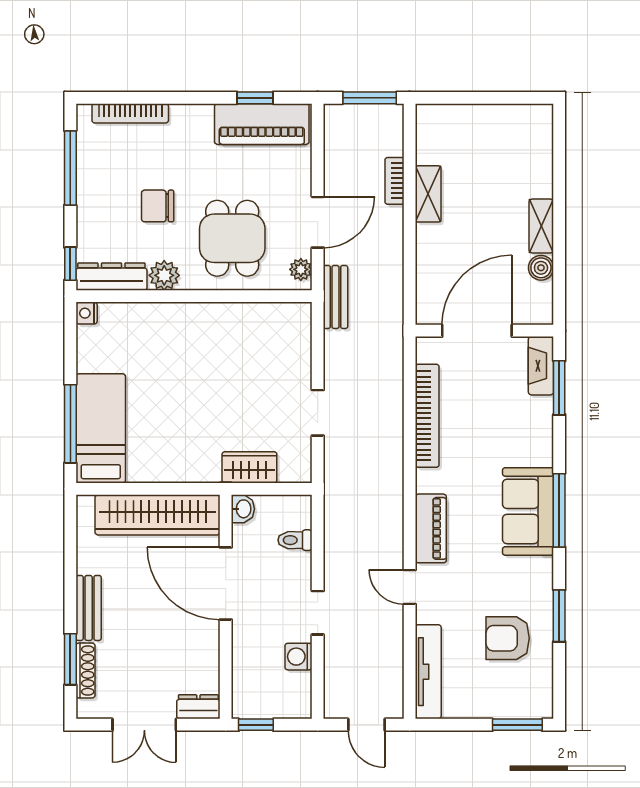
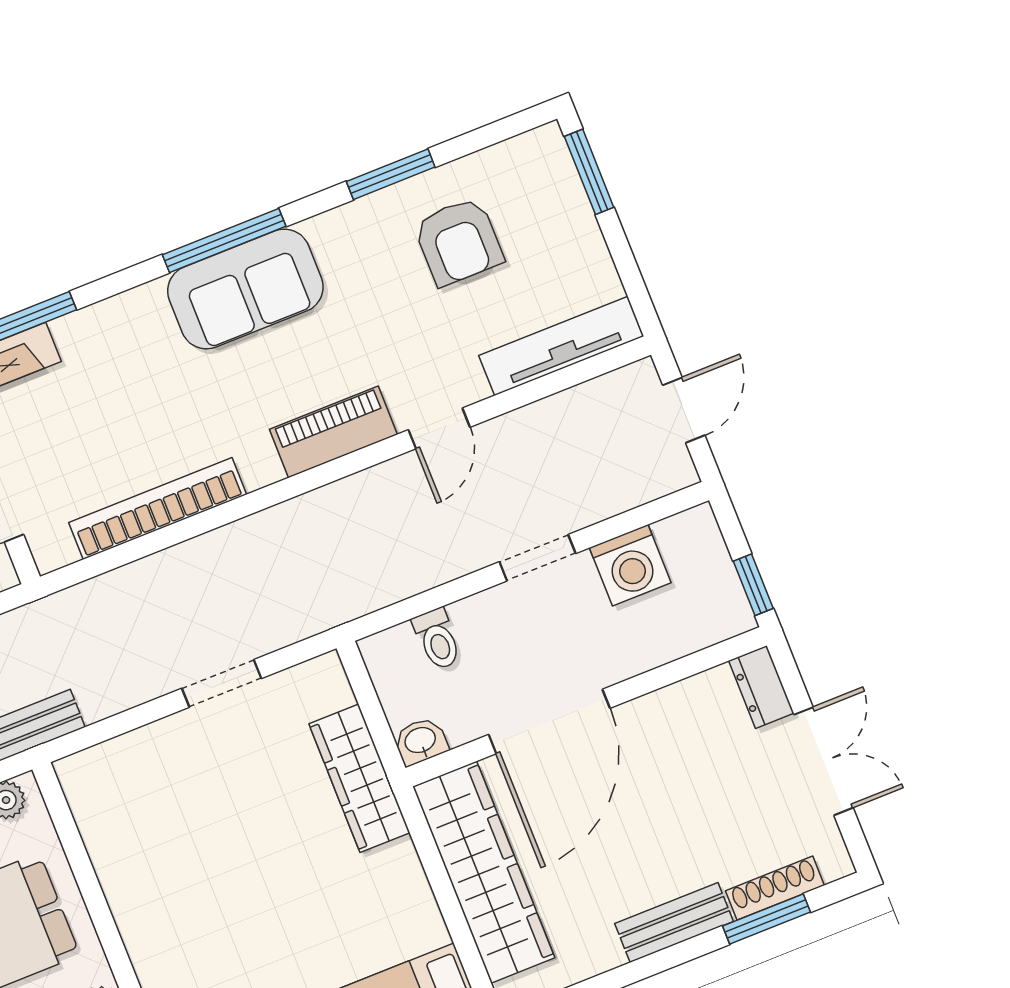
wardrobe: (249, 467) -> (359, 778), width x1.50
washing machine: (298, 657) -> (630, 565), width x1.38, depth x1.38

